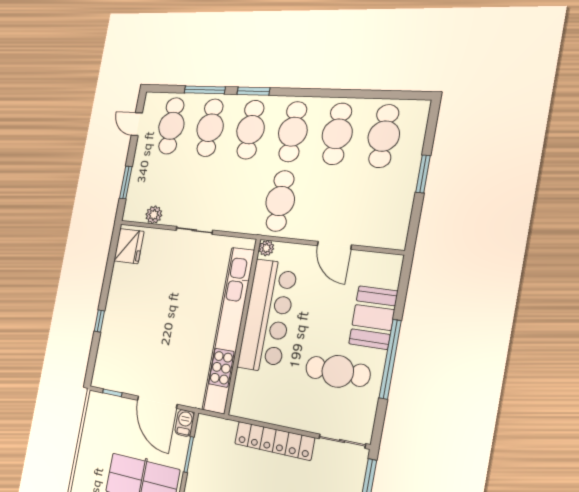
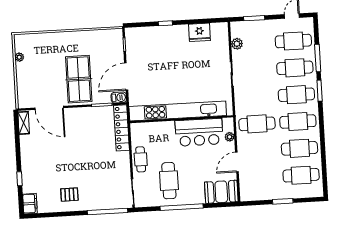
fridge: (129, 246) -> (199, 32), moved
plant: (266, 248) -> (230, 137), moved
bar counter: (267, 316) -> (199, 132), width x0.73
booth: (373, 317) -> (221, 192), moved
cafe table: (290, 412) -> (141, 159), added
locker: (274, 441) -> (121, 128), moved

